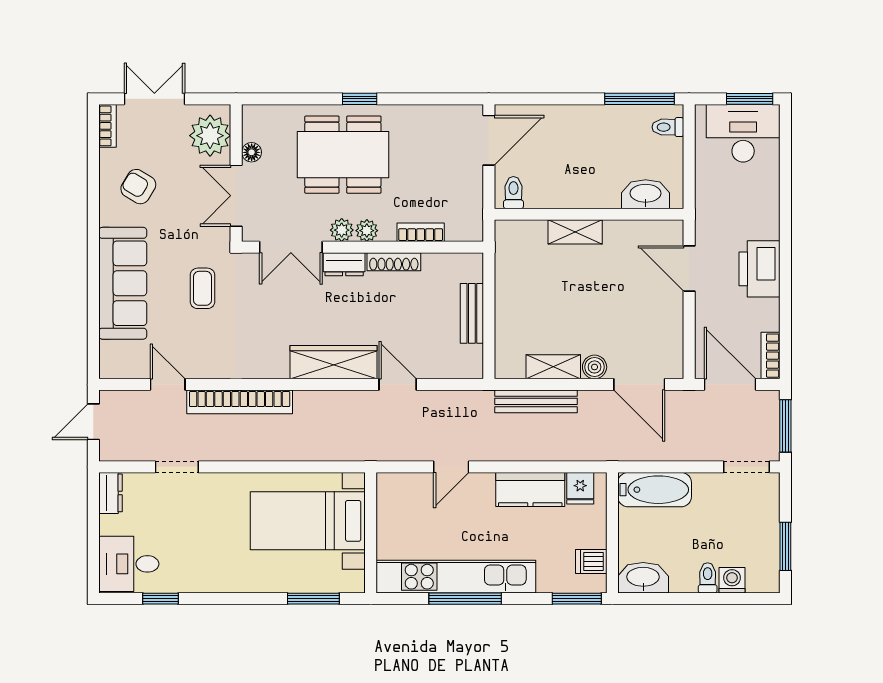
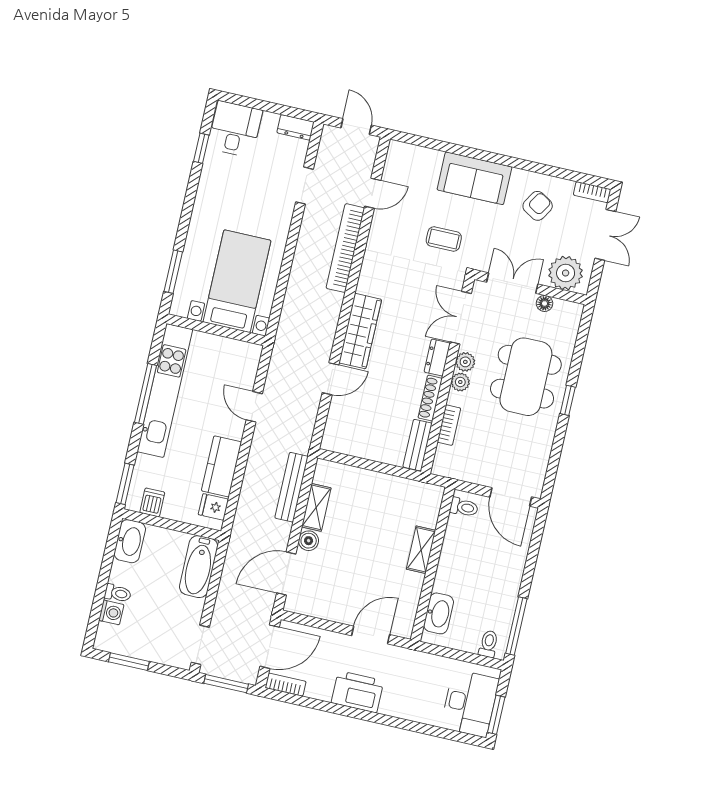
sofa: (123, 283) -> (474, 178), width x0.73
bench: (472, 313) -> (417, 445), moved, turned 90

